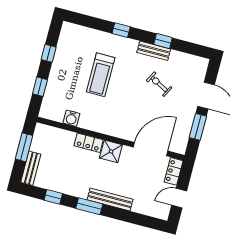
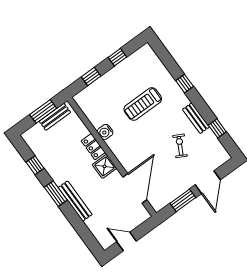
window: (163, 41) -> (217, 128), moved
water cooler: (71, 118) -> (105, 132), moved
door: (151, 149) -> (135, 188), hinge flipped
bench: (31, 168) -> (55, 117), moved
locker: (174, 171) -> (138, 218), removed

